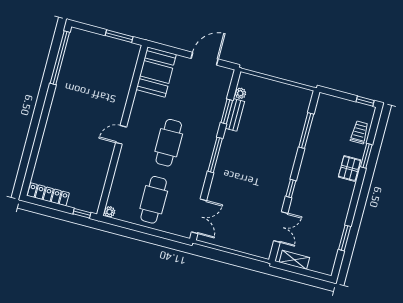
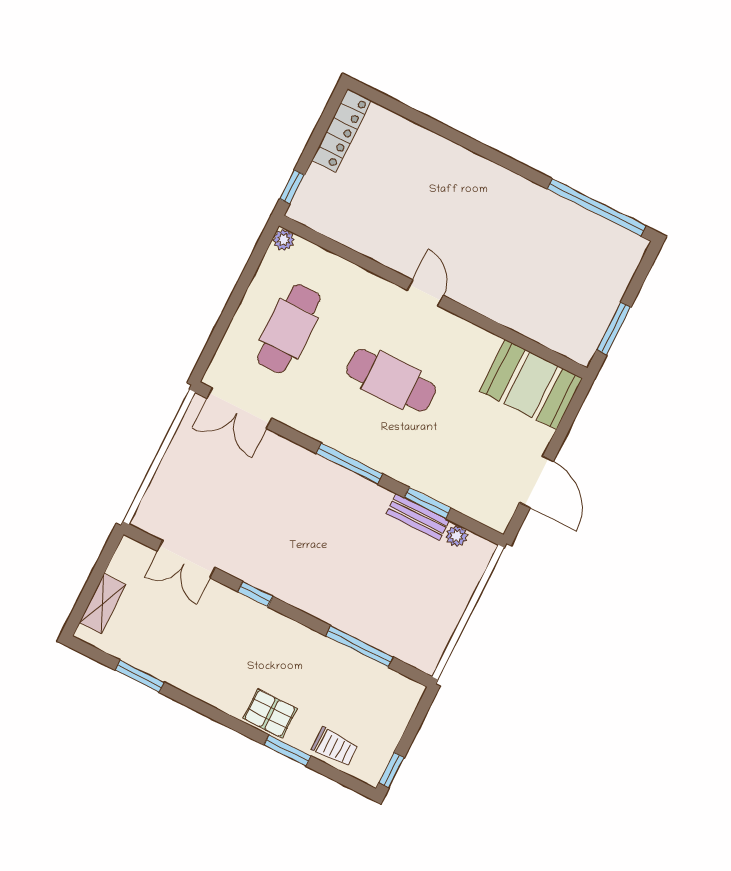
cafe table: (154, 200) -> (289, 329), turned 90
shelving: (294, 260) -> (102, 604), moved

